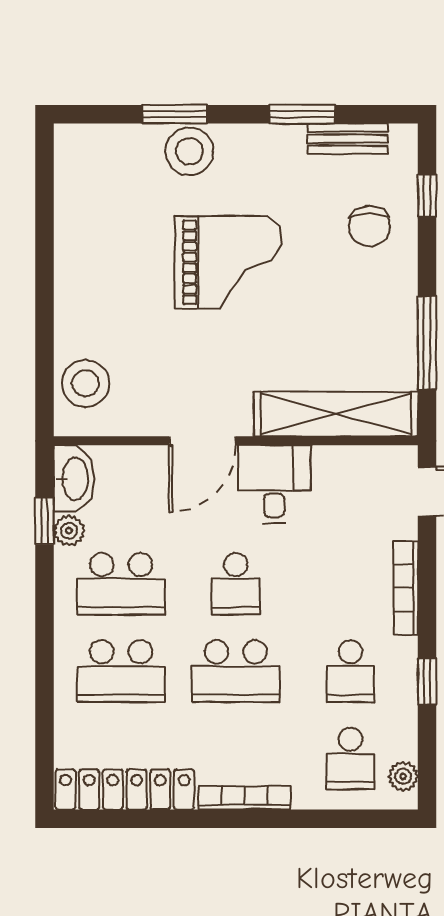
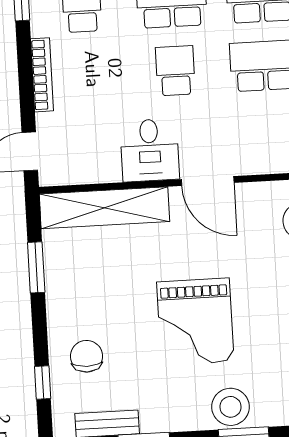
grand piano: (228, 262) -> (195, 322), turned -90
window: (427, 343) -> (36, 267), width x0.69
door: (202, 441) -> (208, 181), swing flipped

